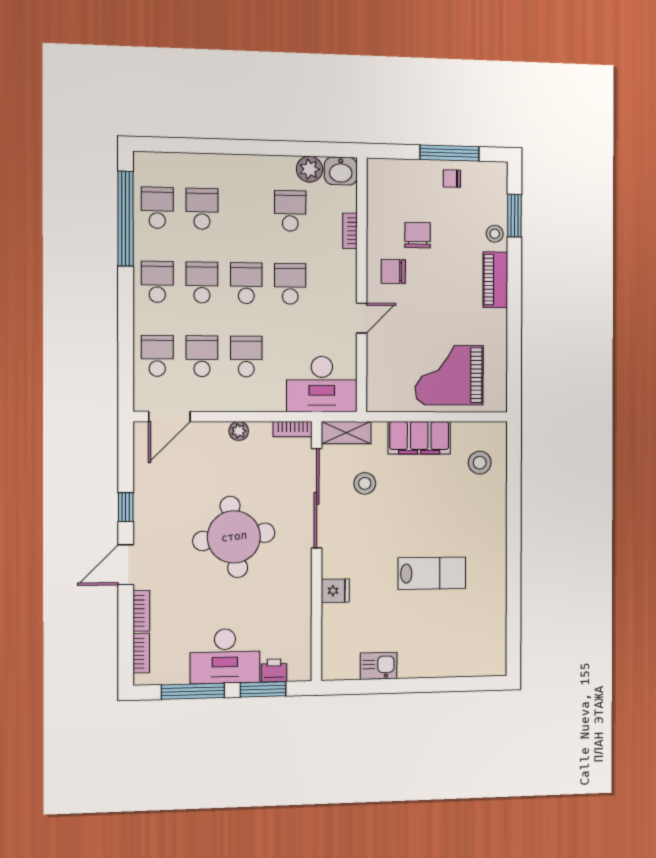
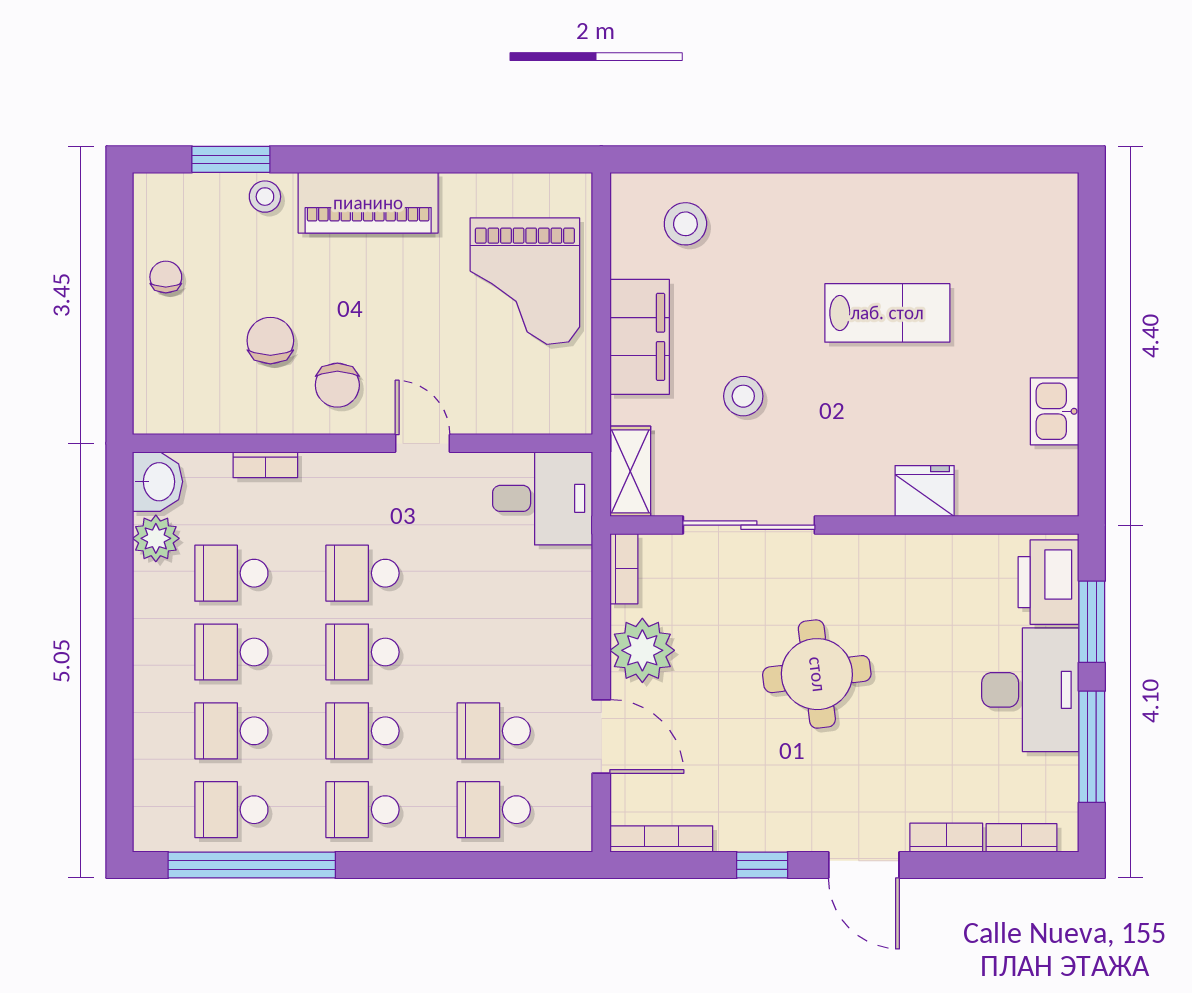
window: (449, 153) -> (119, 282), removed
chair: (452, 179) -> (166, 277), turned 180
chair: (418, 235) -> (270, 341), turned 90
piano: (495, 280) -> (368, 203), width x1.37, depth x1.33
school desk: (246, 356) -> (231, 652), moved
desk: (322, 384) -> (543, 498), width x0.73
door: (169, 416) -> (601, 736), moved
plant: (239, 431) -> (642, 650), width x1.87, depth x1.87
bookcase: (141, 450) -> (661, 839), added
stool: (365, 483) -> (743, 396), moved
sliding door: (317, 498) -> (749, 525), width x0.73
round table: (234, 537) -> (817, 674), width x0.73, depth x0.73
lab bench: (432, 573) -> (887, 313), turned 90
fridge: (335, 591) -> (925, 491), width x1.38
printer: (274, 670) -> (1048, 582), width x1.87, depth x1.48

